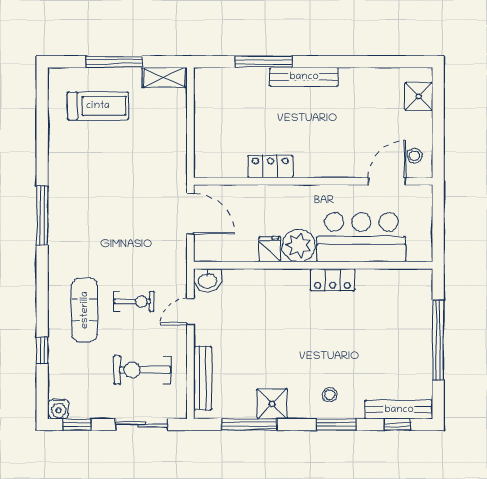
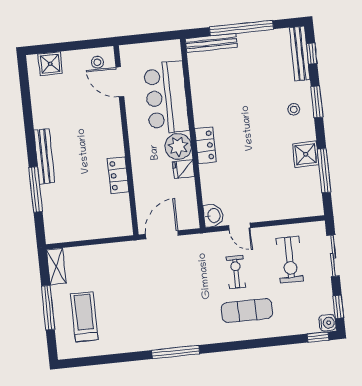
locker: (333, 280) -> (206, 145), moved
window: (42, 350) -> (318, 337), moved
bench: (203, 378) -> (211, 43), moved

